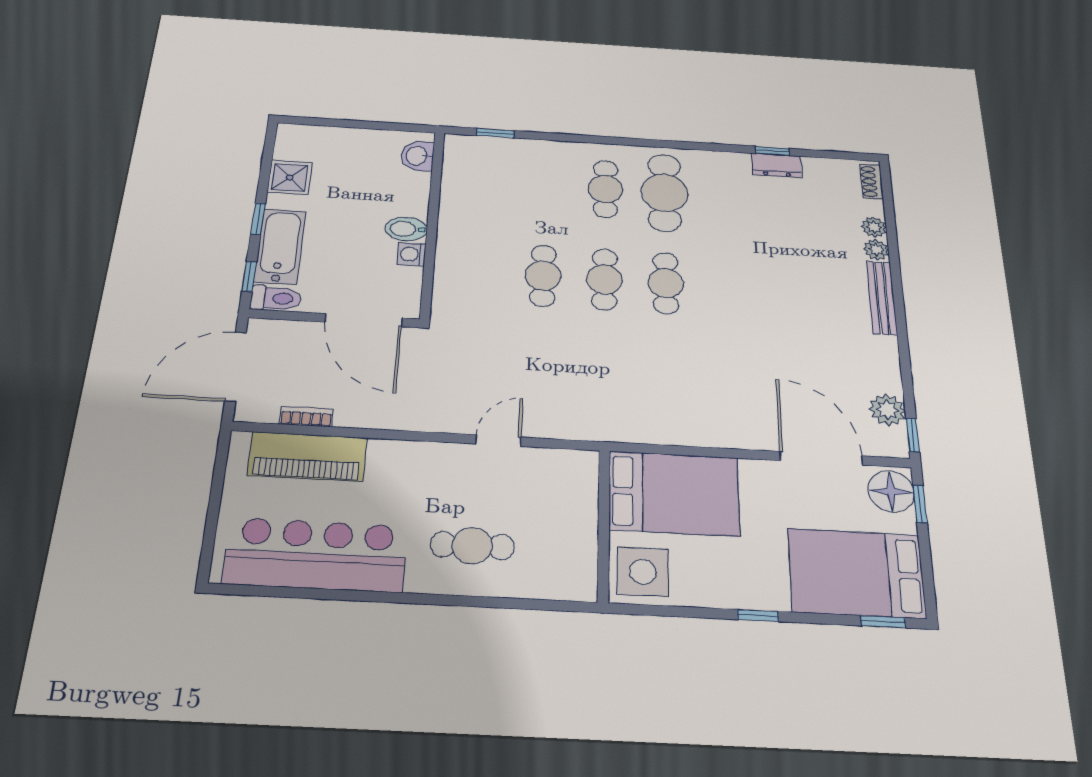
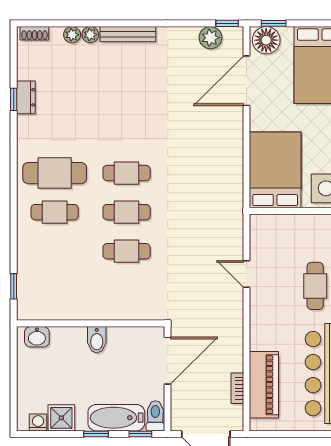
washing machine: (411, 254) -> (38, 422), moved, turned 180

